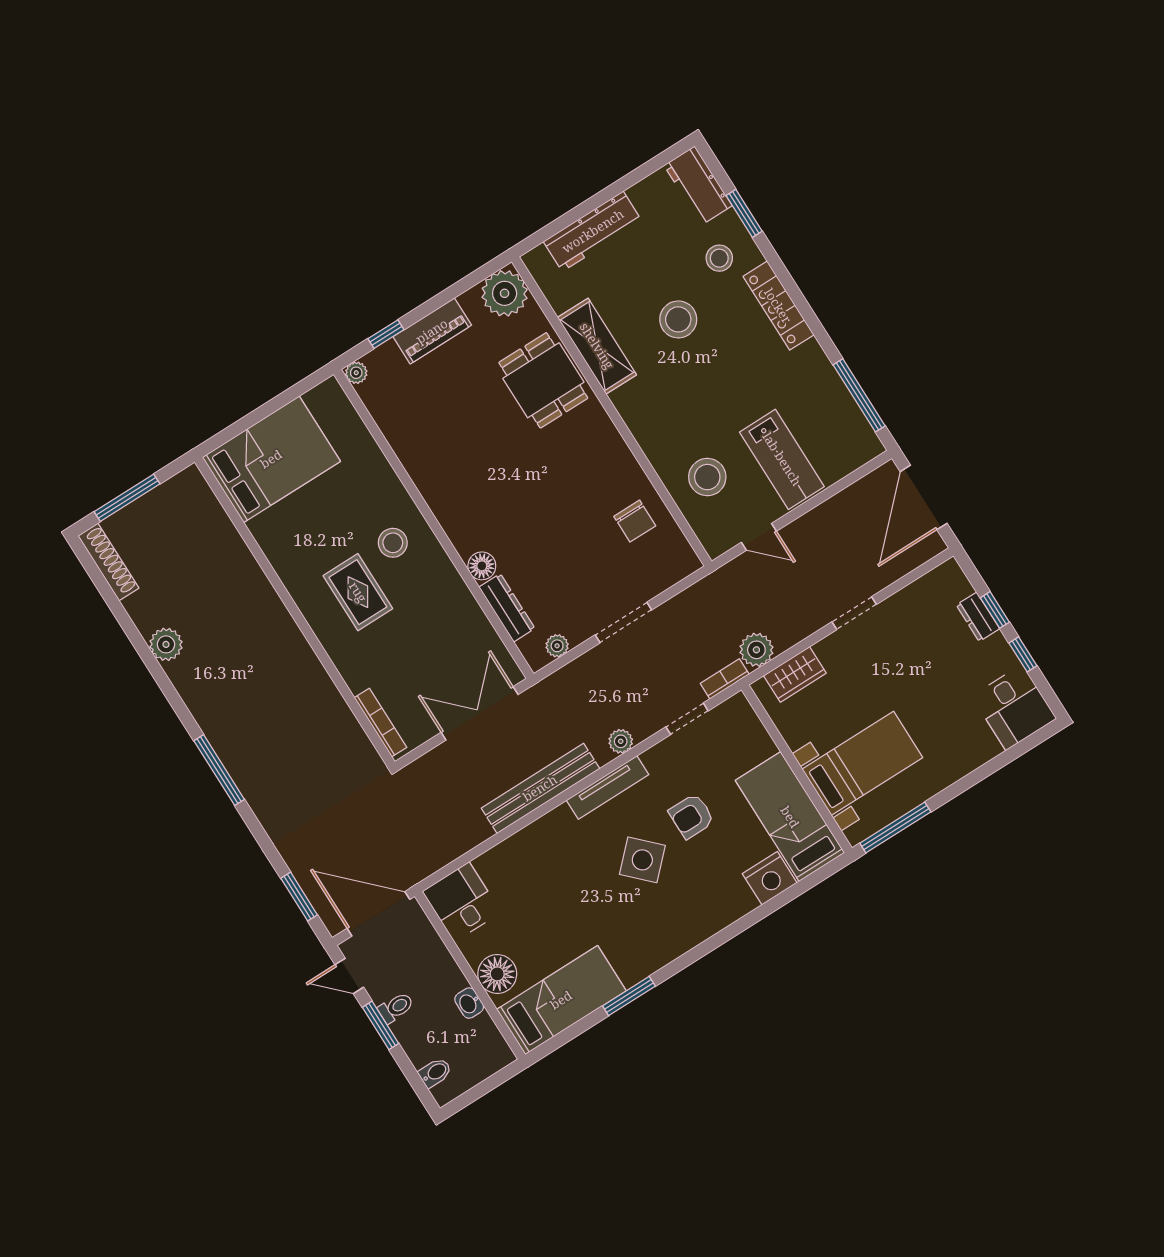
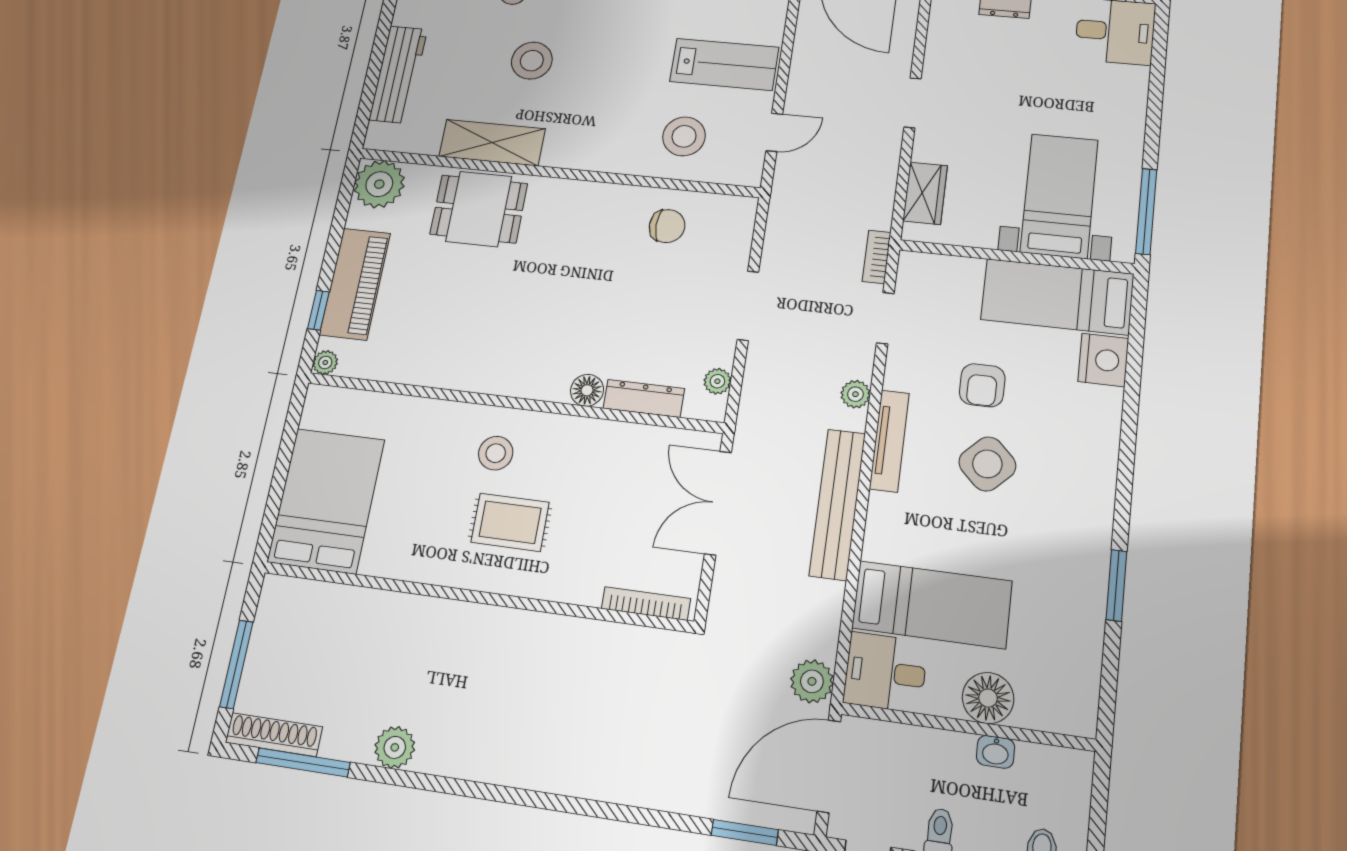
piano: (432, 331) -> (355, 284), width x1.37, depth x1.33
plant: (756, 650) -> (812, 681), moved
window: (219, 770) -> (303, 762), moved
bed: (561, 1000) -> (932, 605), moved, turned 90

